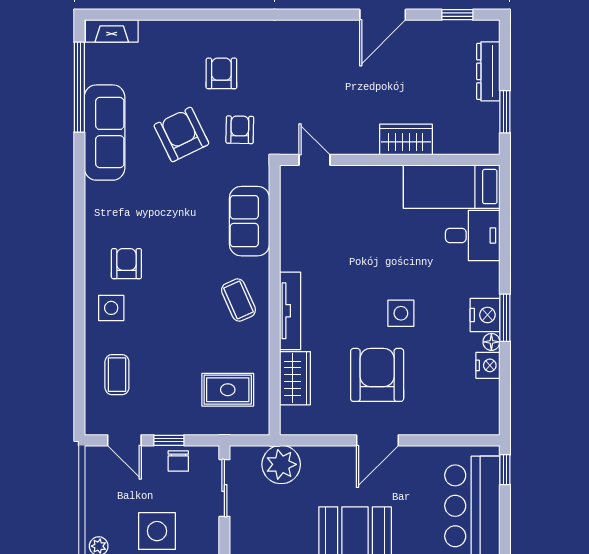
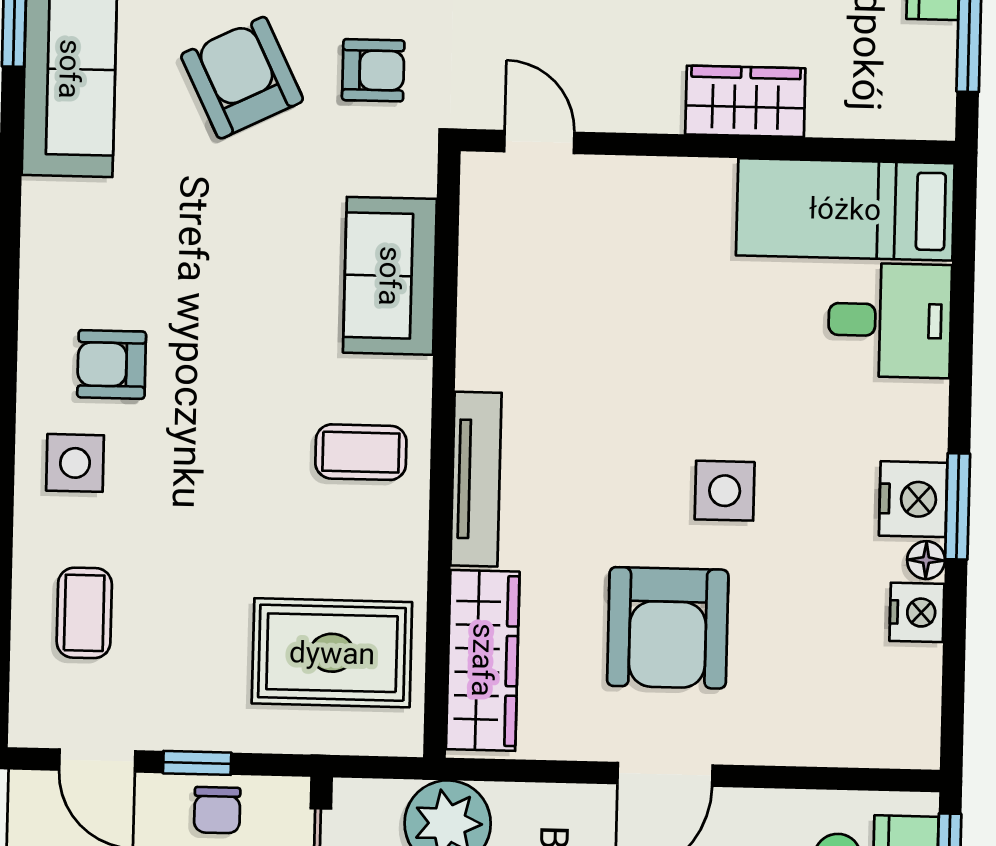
armchair: (240, 130) -> (373, 70), turned 89
armchair: (126, 264) -> (112, 364), turned -90
coffee table: (238, 300) -> (361, 452), turned -66
armchair: (377, 375) -> (668, 628), turned 180
wardrobe: (295, 378) -> (483, 660), width x1.50
rug: (228, 390) -> (332, 653), width x1.36, depth x1.43

